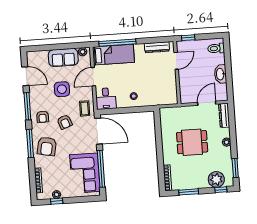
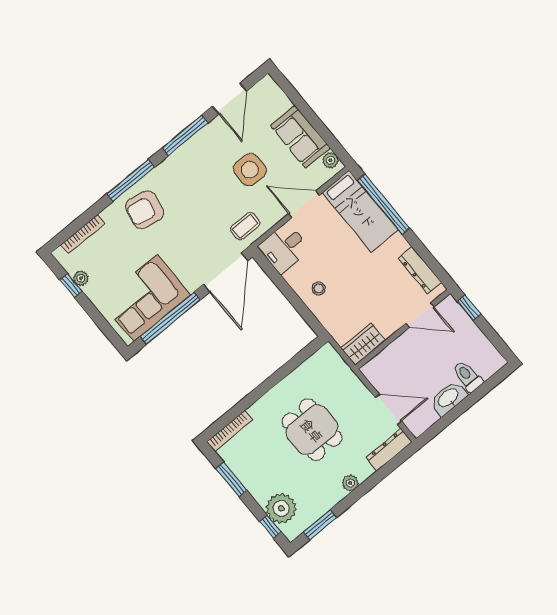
toilet: (216, 48) -> (468, 376), moved
wardrobe: (171, 94) -> (363, 344), added
armchair: (43, 117) -> (186, 170), removed
armchair: (65, 122) -> (202, 210), removed

